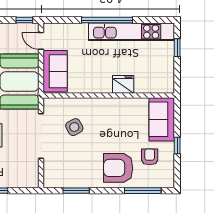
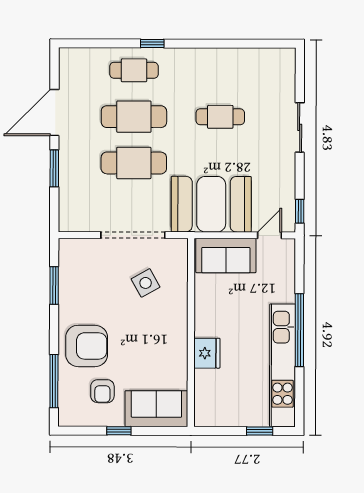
armchair: (150, 157) -> (102, 391), turned 90
armchair: (118, 168) -> (87, 346), turned 90

